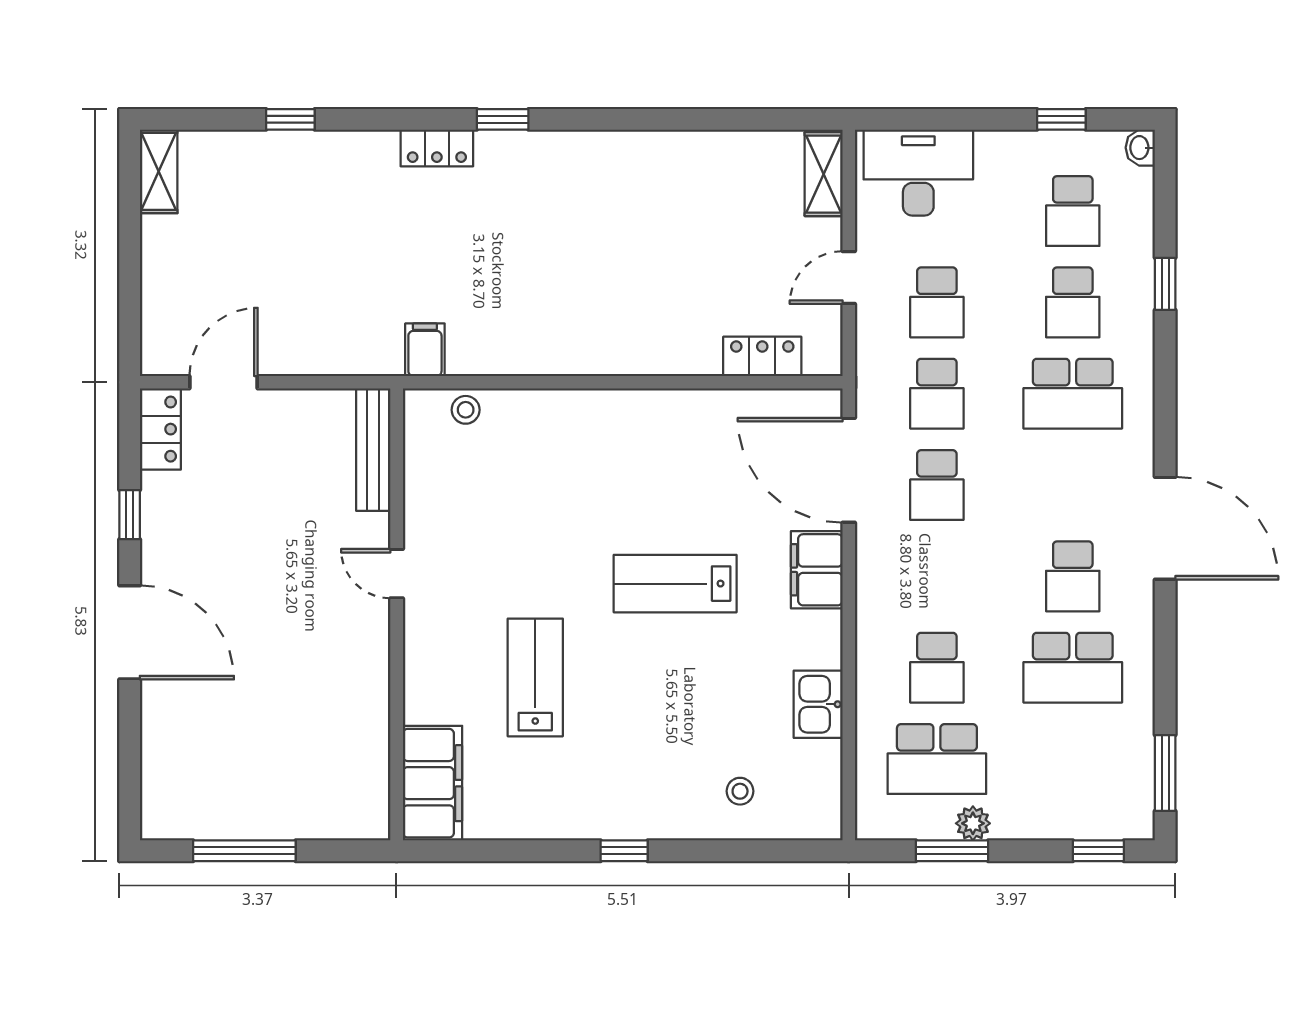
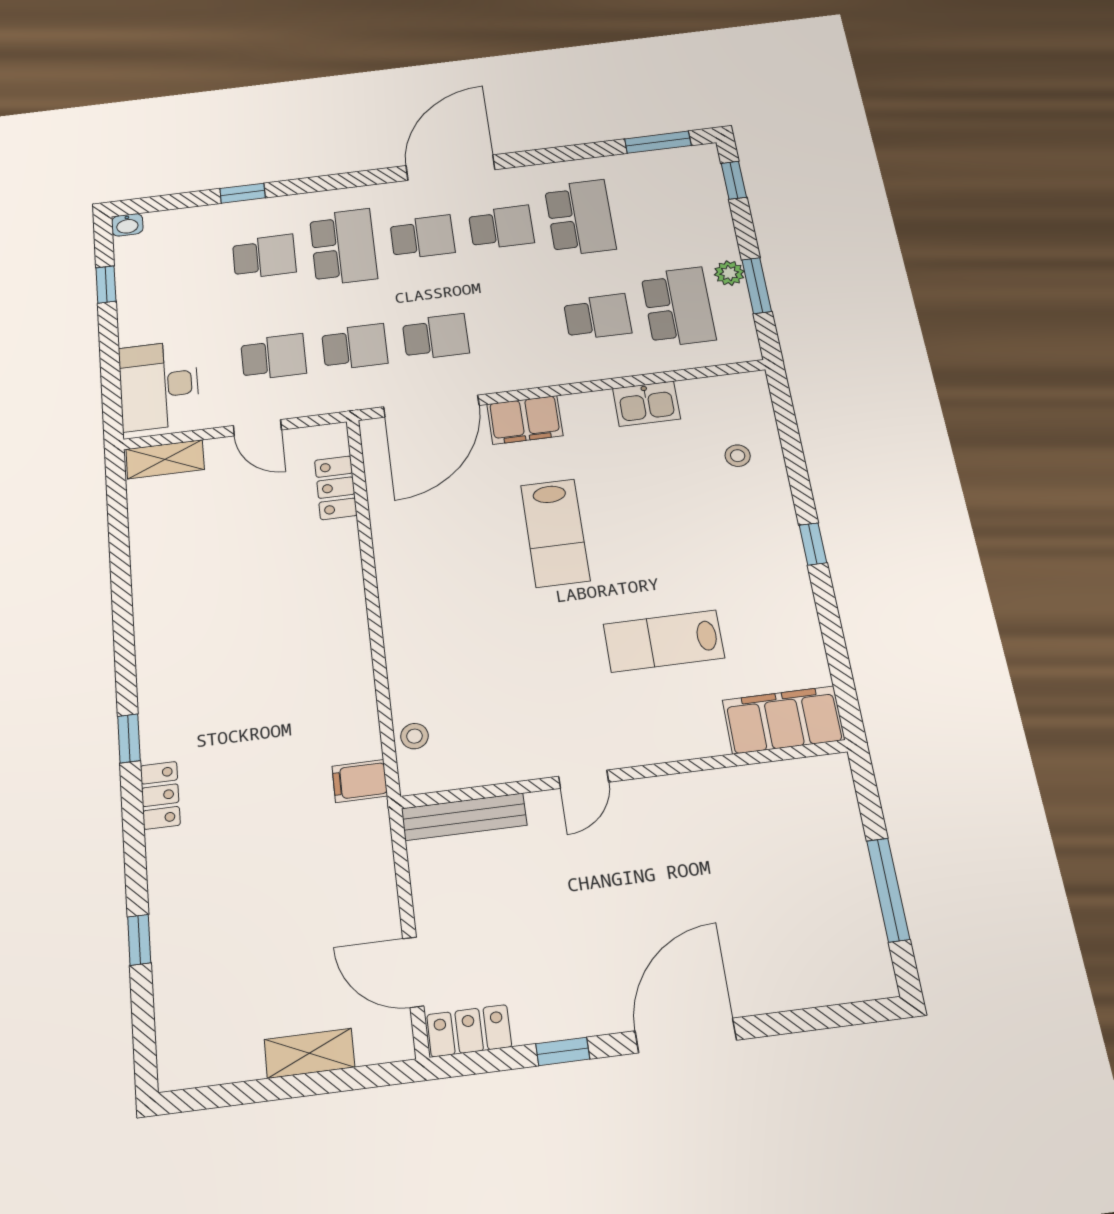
shelving: (159, 171) -> (309, 1053), moved
school desk: (1073, 211) -> (422, 237), moved

